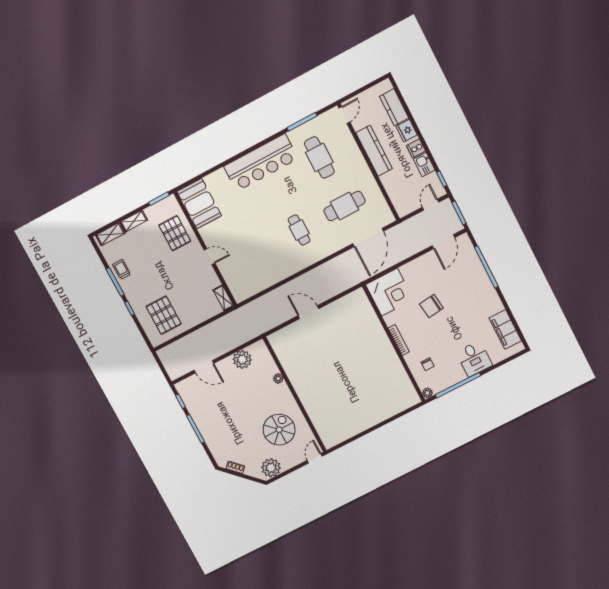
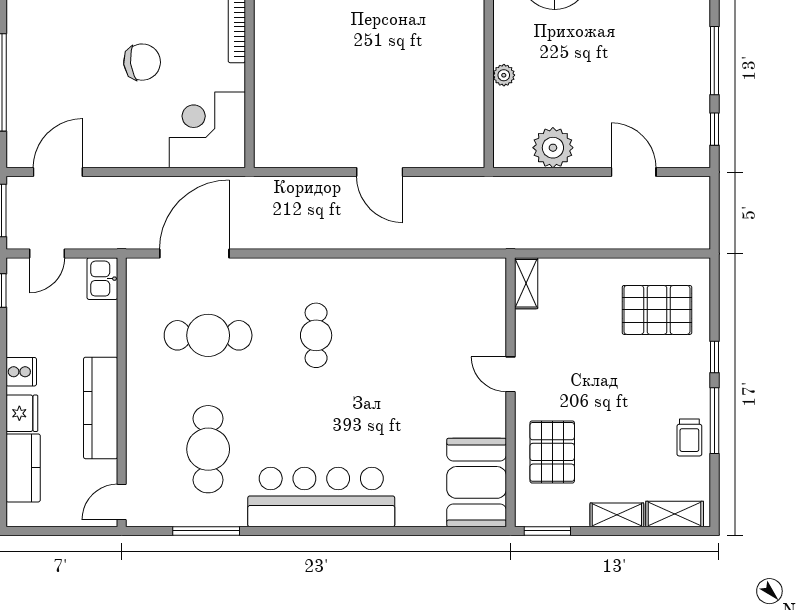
kitchen sink: (424, 164) -> (102, 279), moved, turned 180
pallet: (164, 315) -> (657, 310), turned 90

